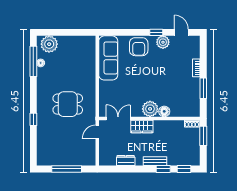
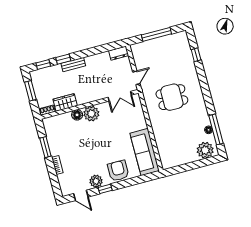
window: (33, 119) -> (196, 55), moved
wardrobe: (142, 127) -> (65, 102), moved
window: (203, 136) -> (30, 91), moved
dresser: (126, 160) -> (119, 53), moved

